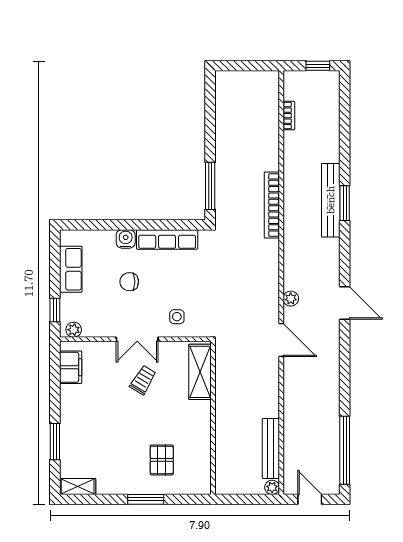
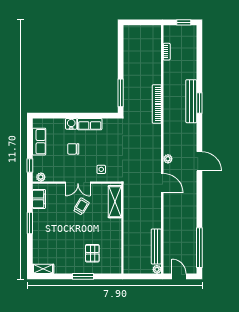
row of seats: (167, 239) -> (90, 124), width x0.68
window: (55, 442) -> (30, 223), moved

